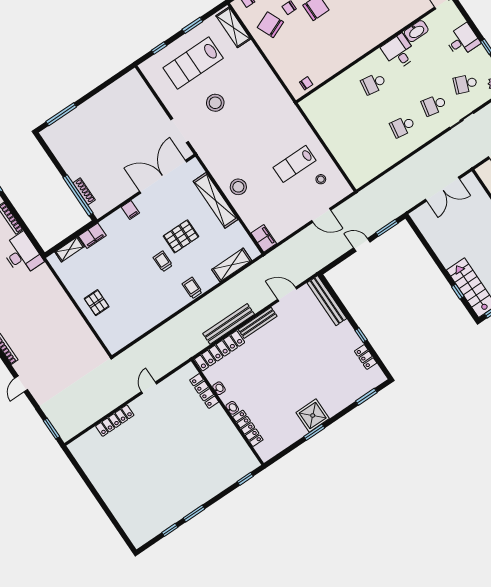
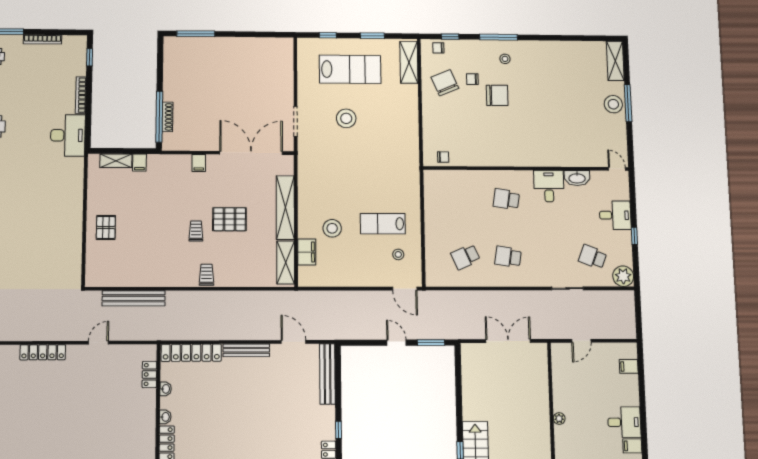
lab bench: (193, 63) -> (350, 69), turned 180
school desk: (434, 105) -> (466, 257), moved, turned -36
stool: (238, 187) -> (332, 228), moved
double door: (442, 189) -> (508, 341), swing flipped
door: (321, 215) -> (405, 289), moved
filing cabinet: (92, 236) -> (139, 163), width x0.50
filing cabinet: (264, 238) -> (307, 252), moved
shelving: (232, 265) -> (286, 262), moved, turned 90
bench: (229, 324) -> (134, 298), moved
locker: (204, 391) -> (149, 374), width x0.66

